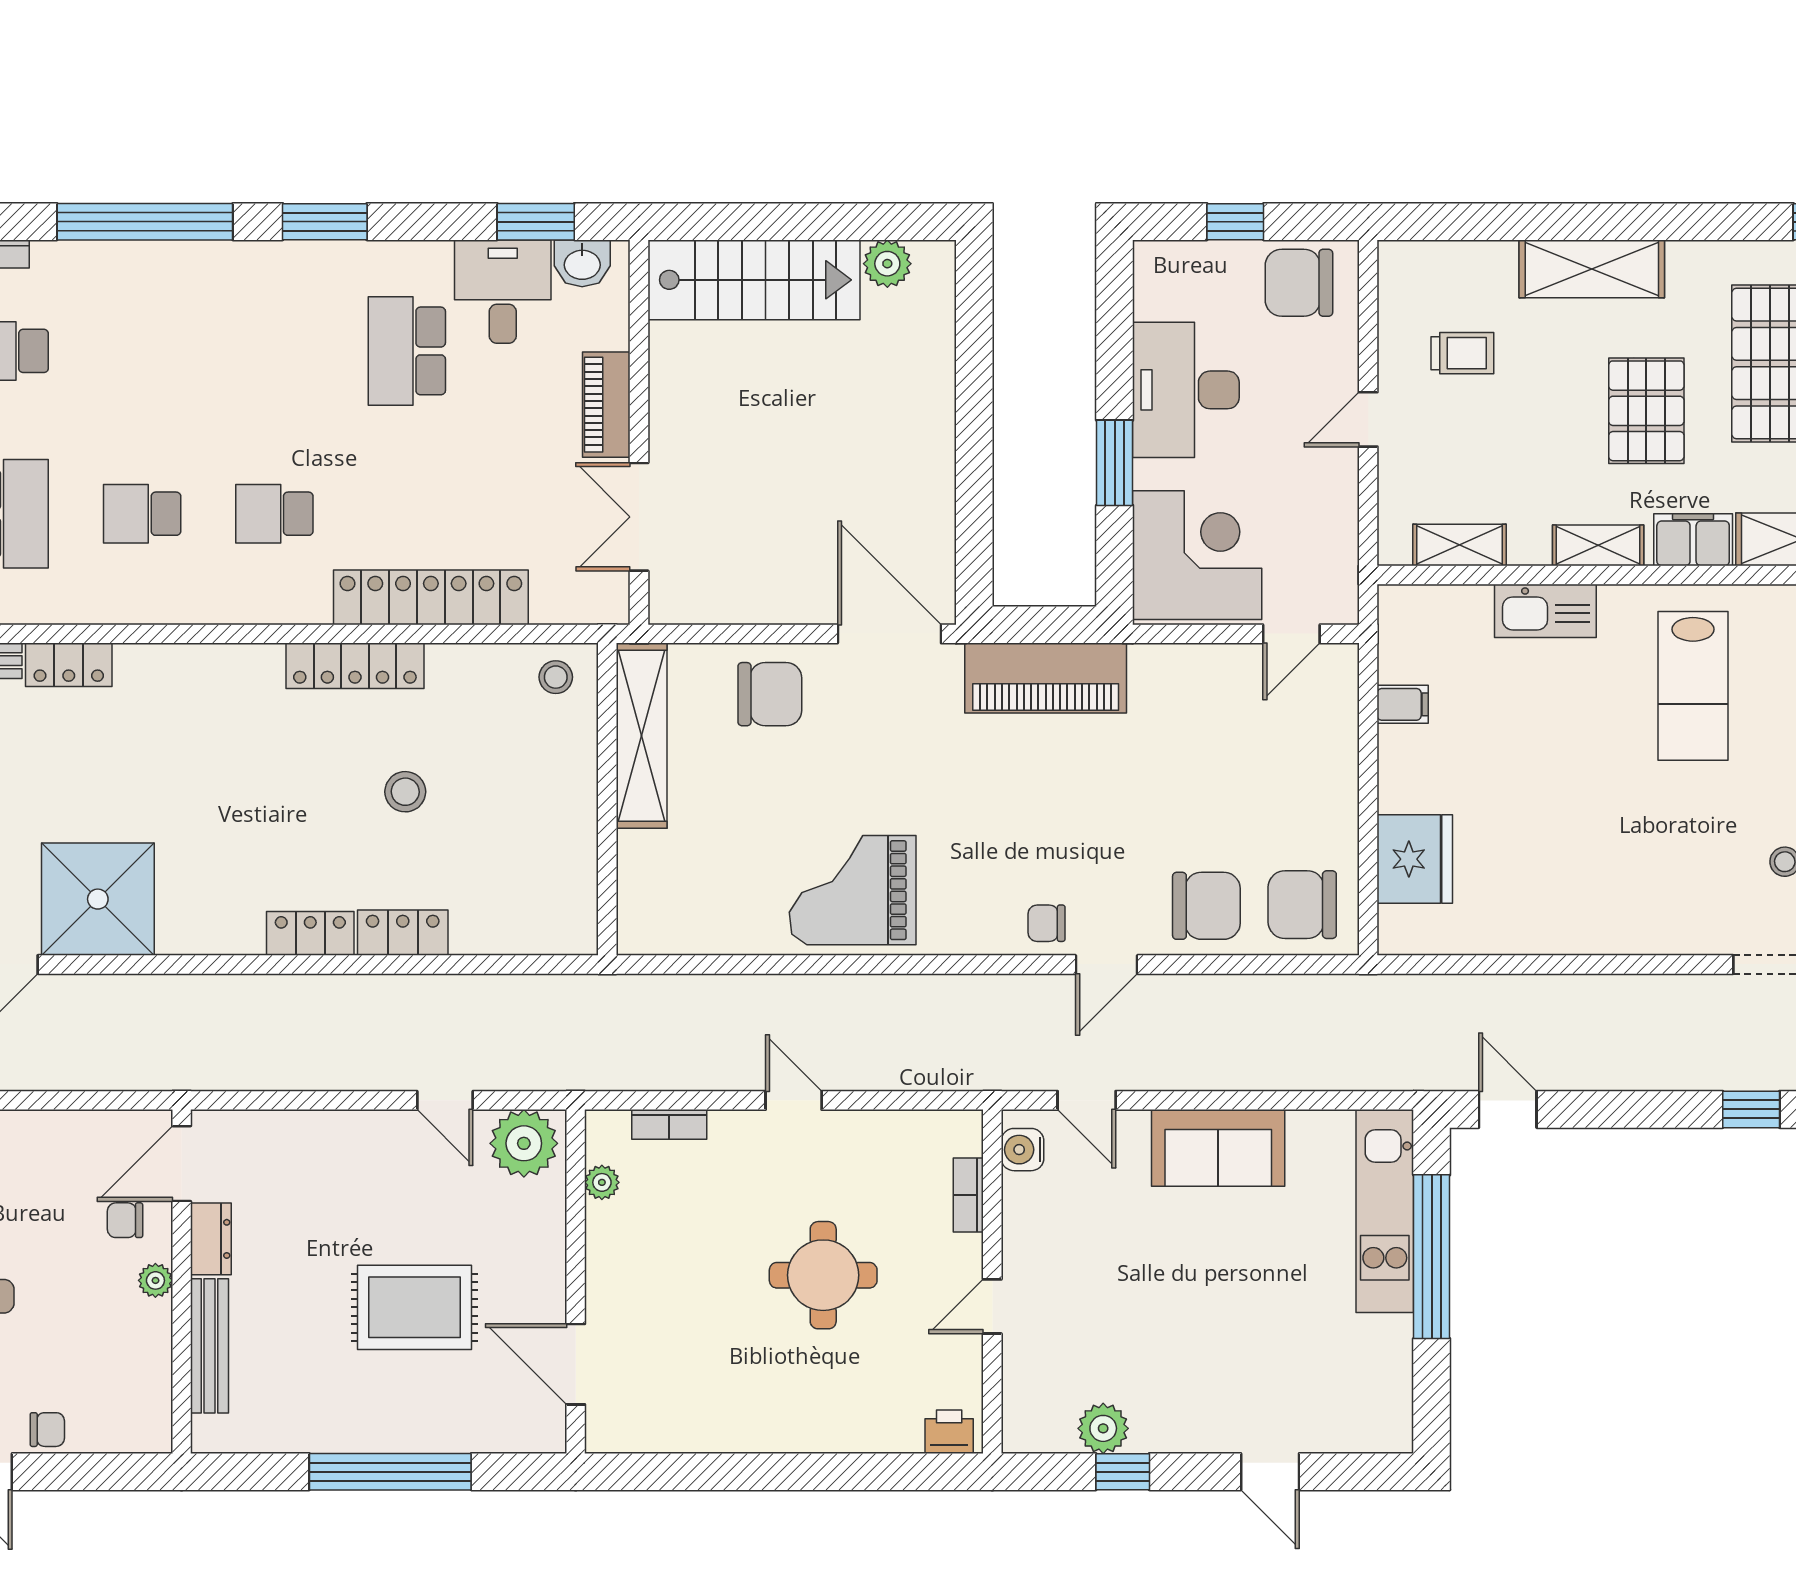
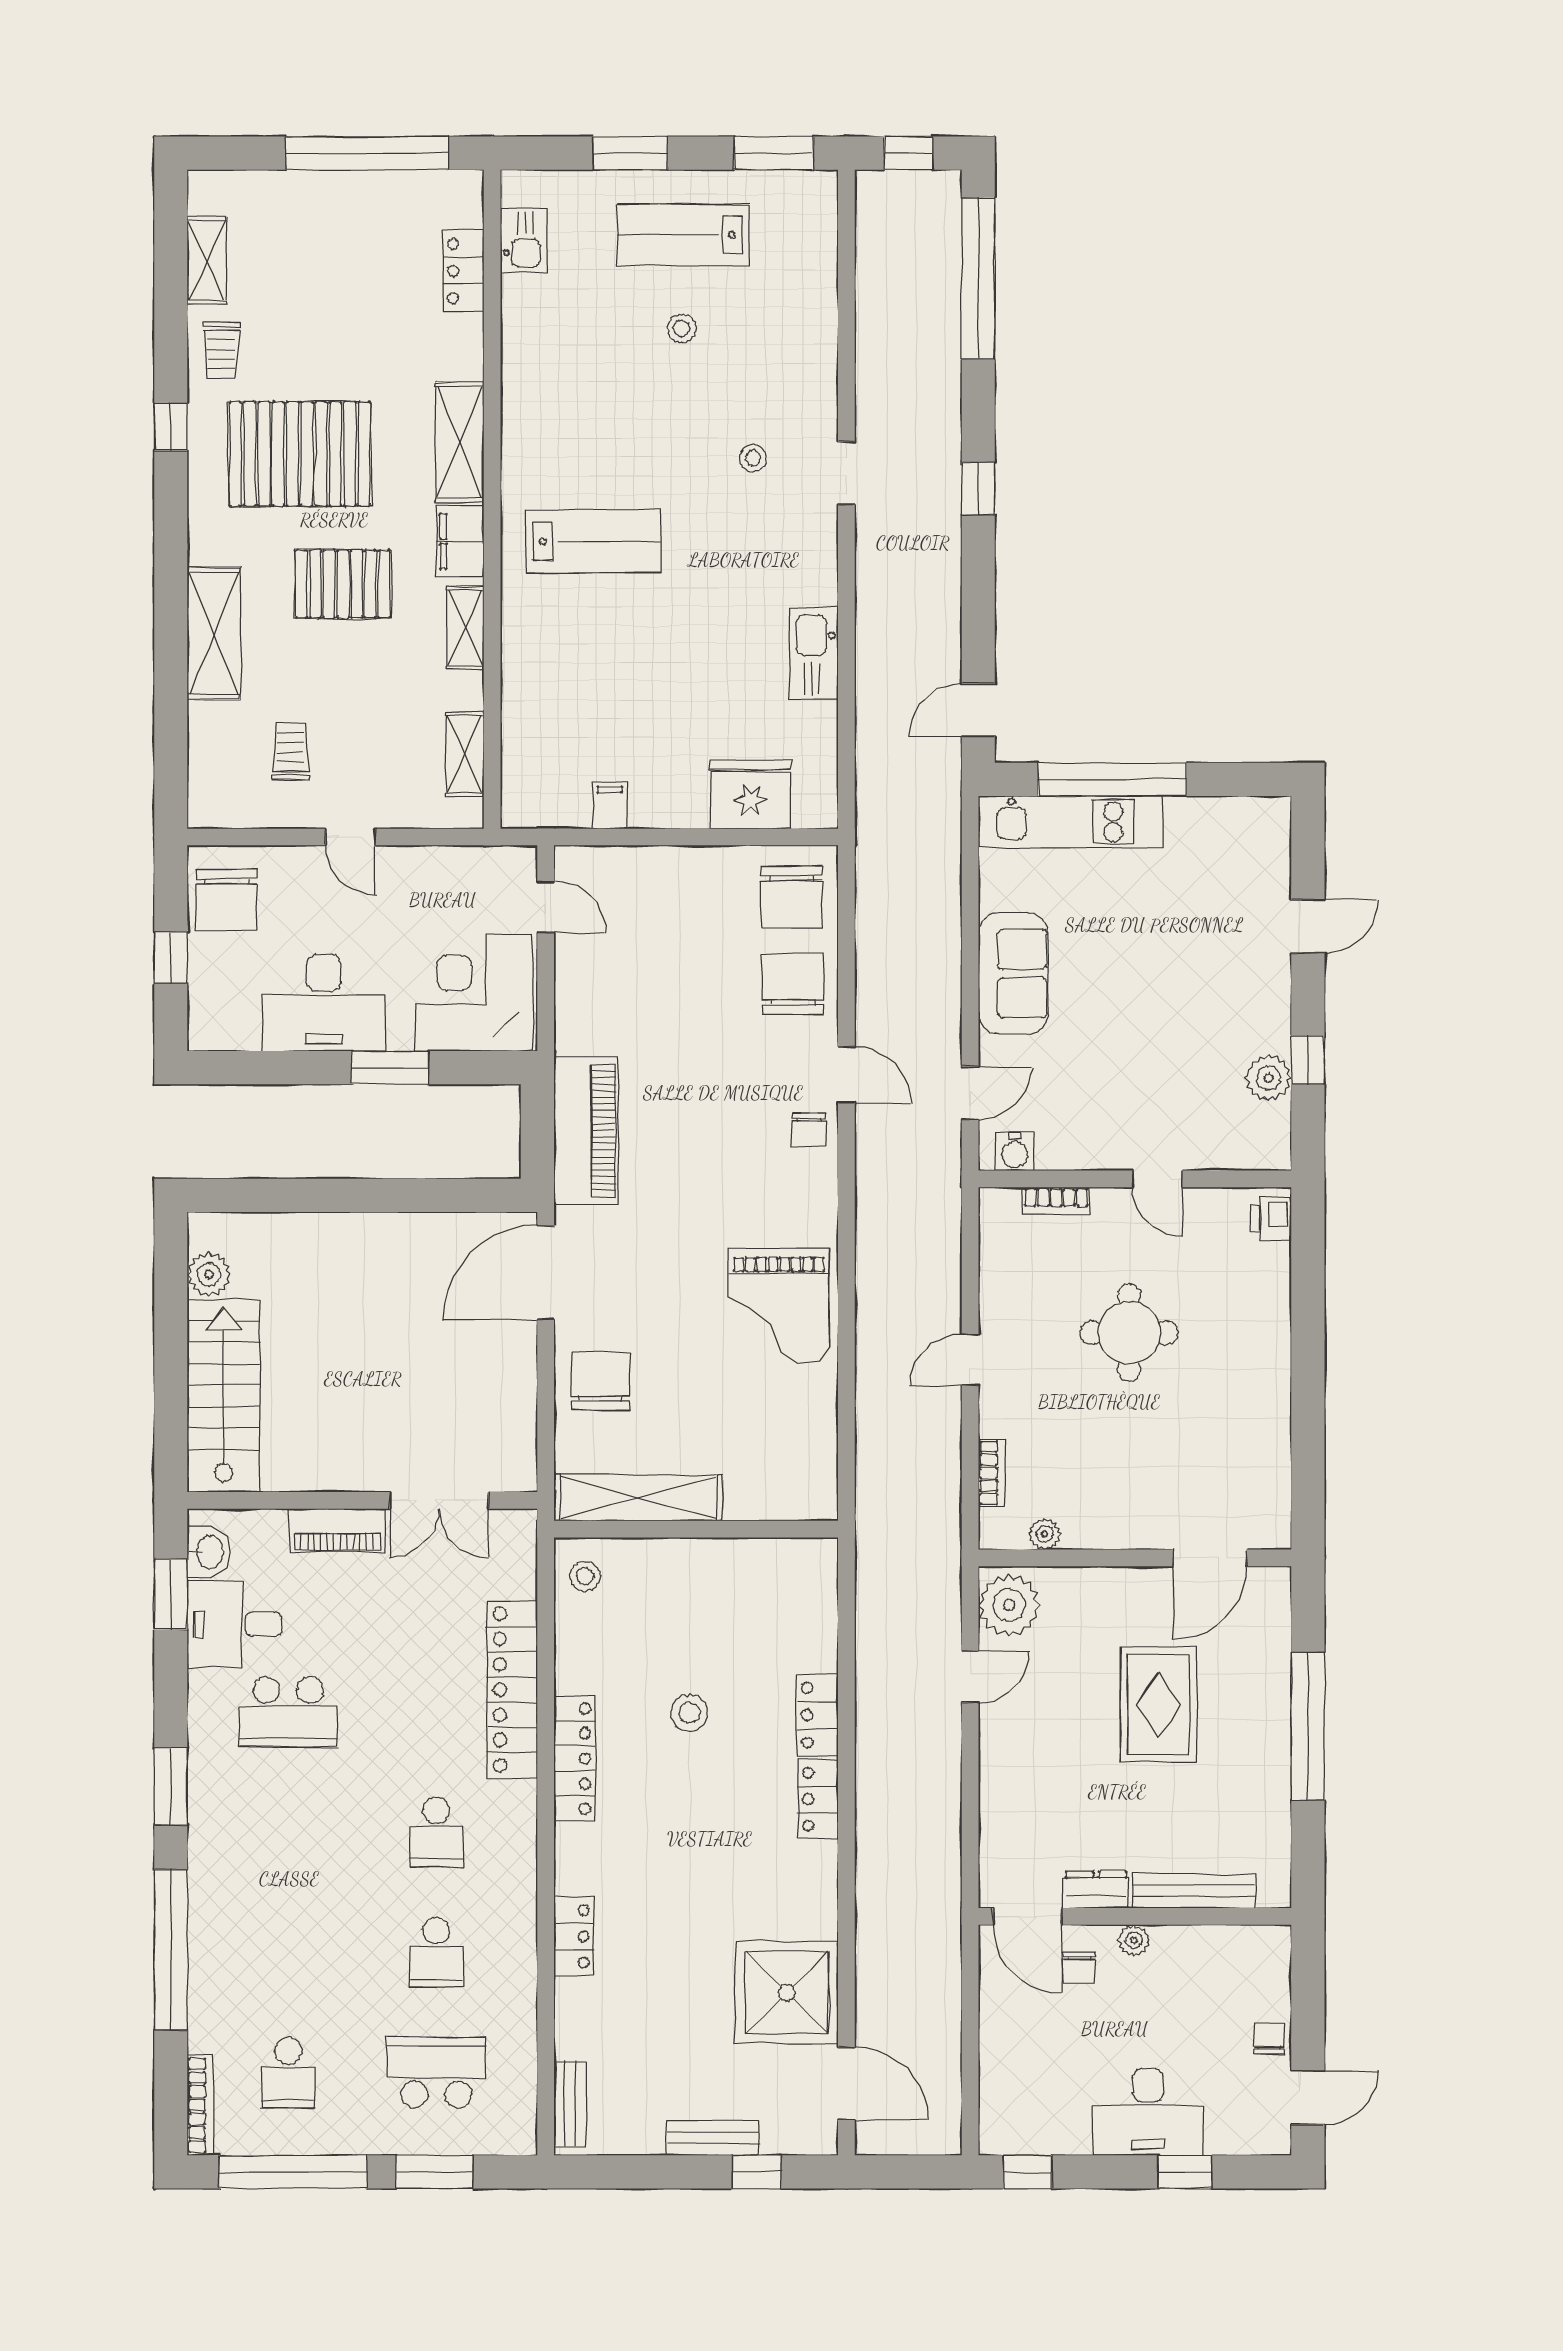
kitchen sink: (1545, 611) -> (814, 654), moved, turned 180
locker: (69, 665) -> (574, 1936), moved

